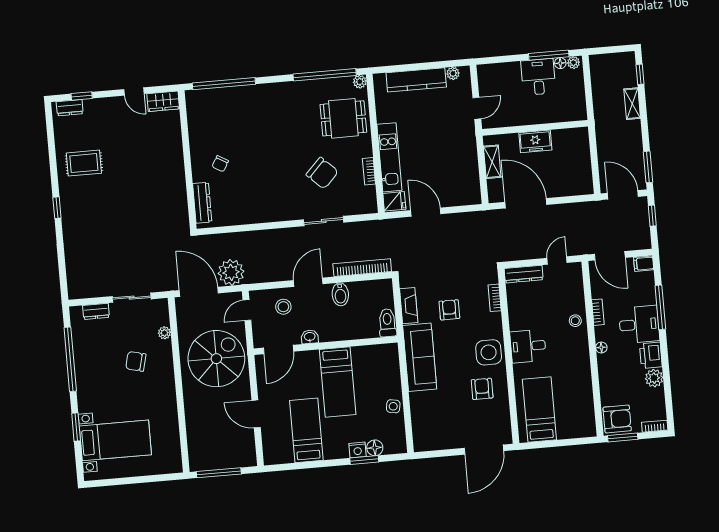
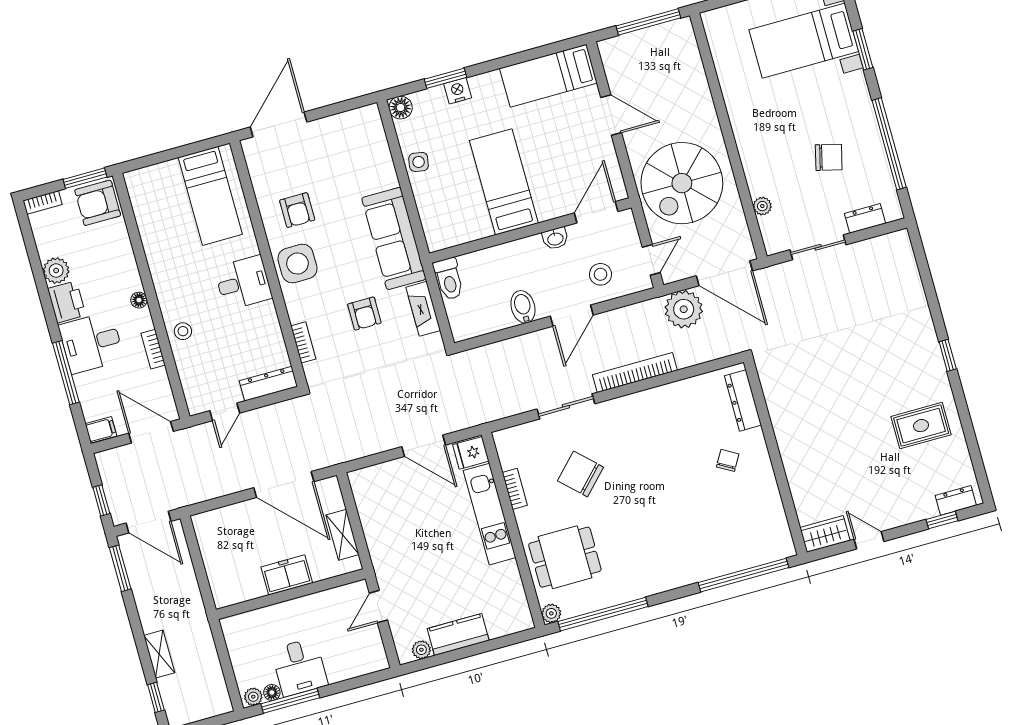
kitchen counter: (416, 80) -> (458, 635), width x0.67
bookcase: (362, 268) -> (635, 372), moved, turned 180
chair: (136, 361) -> (829, 157), moved
bed: (306, 430) -> (548, 76), moved, turned 90
floor lamp: (375, 448) -> (401, 108), moved

